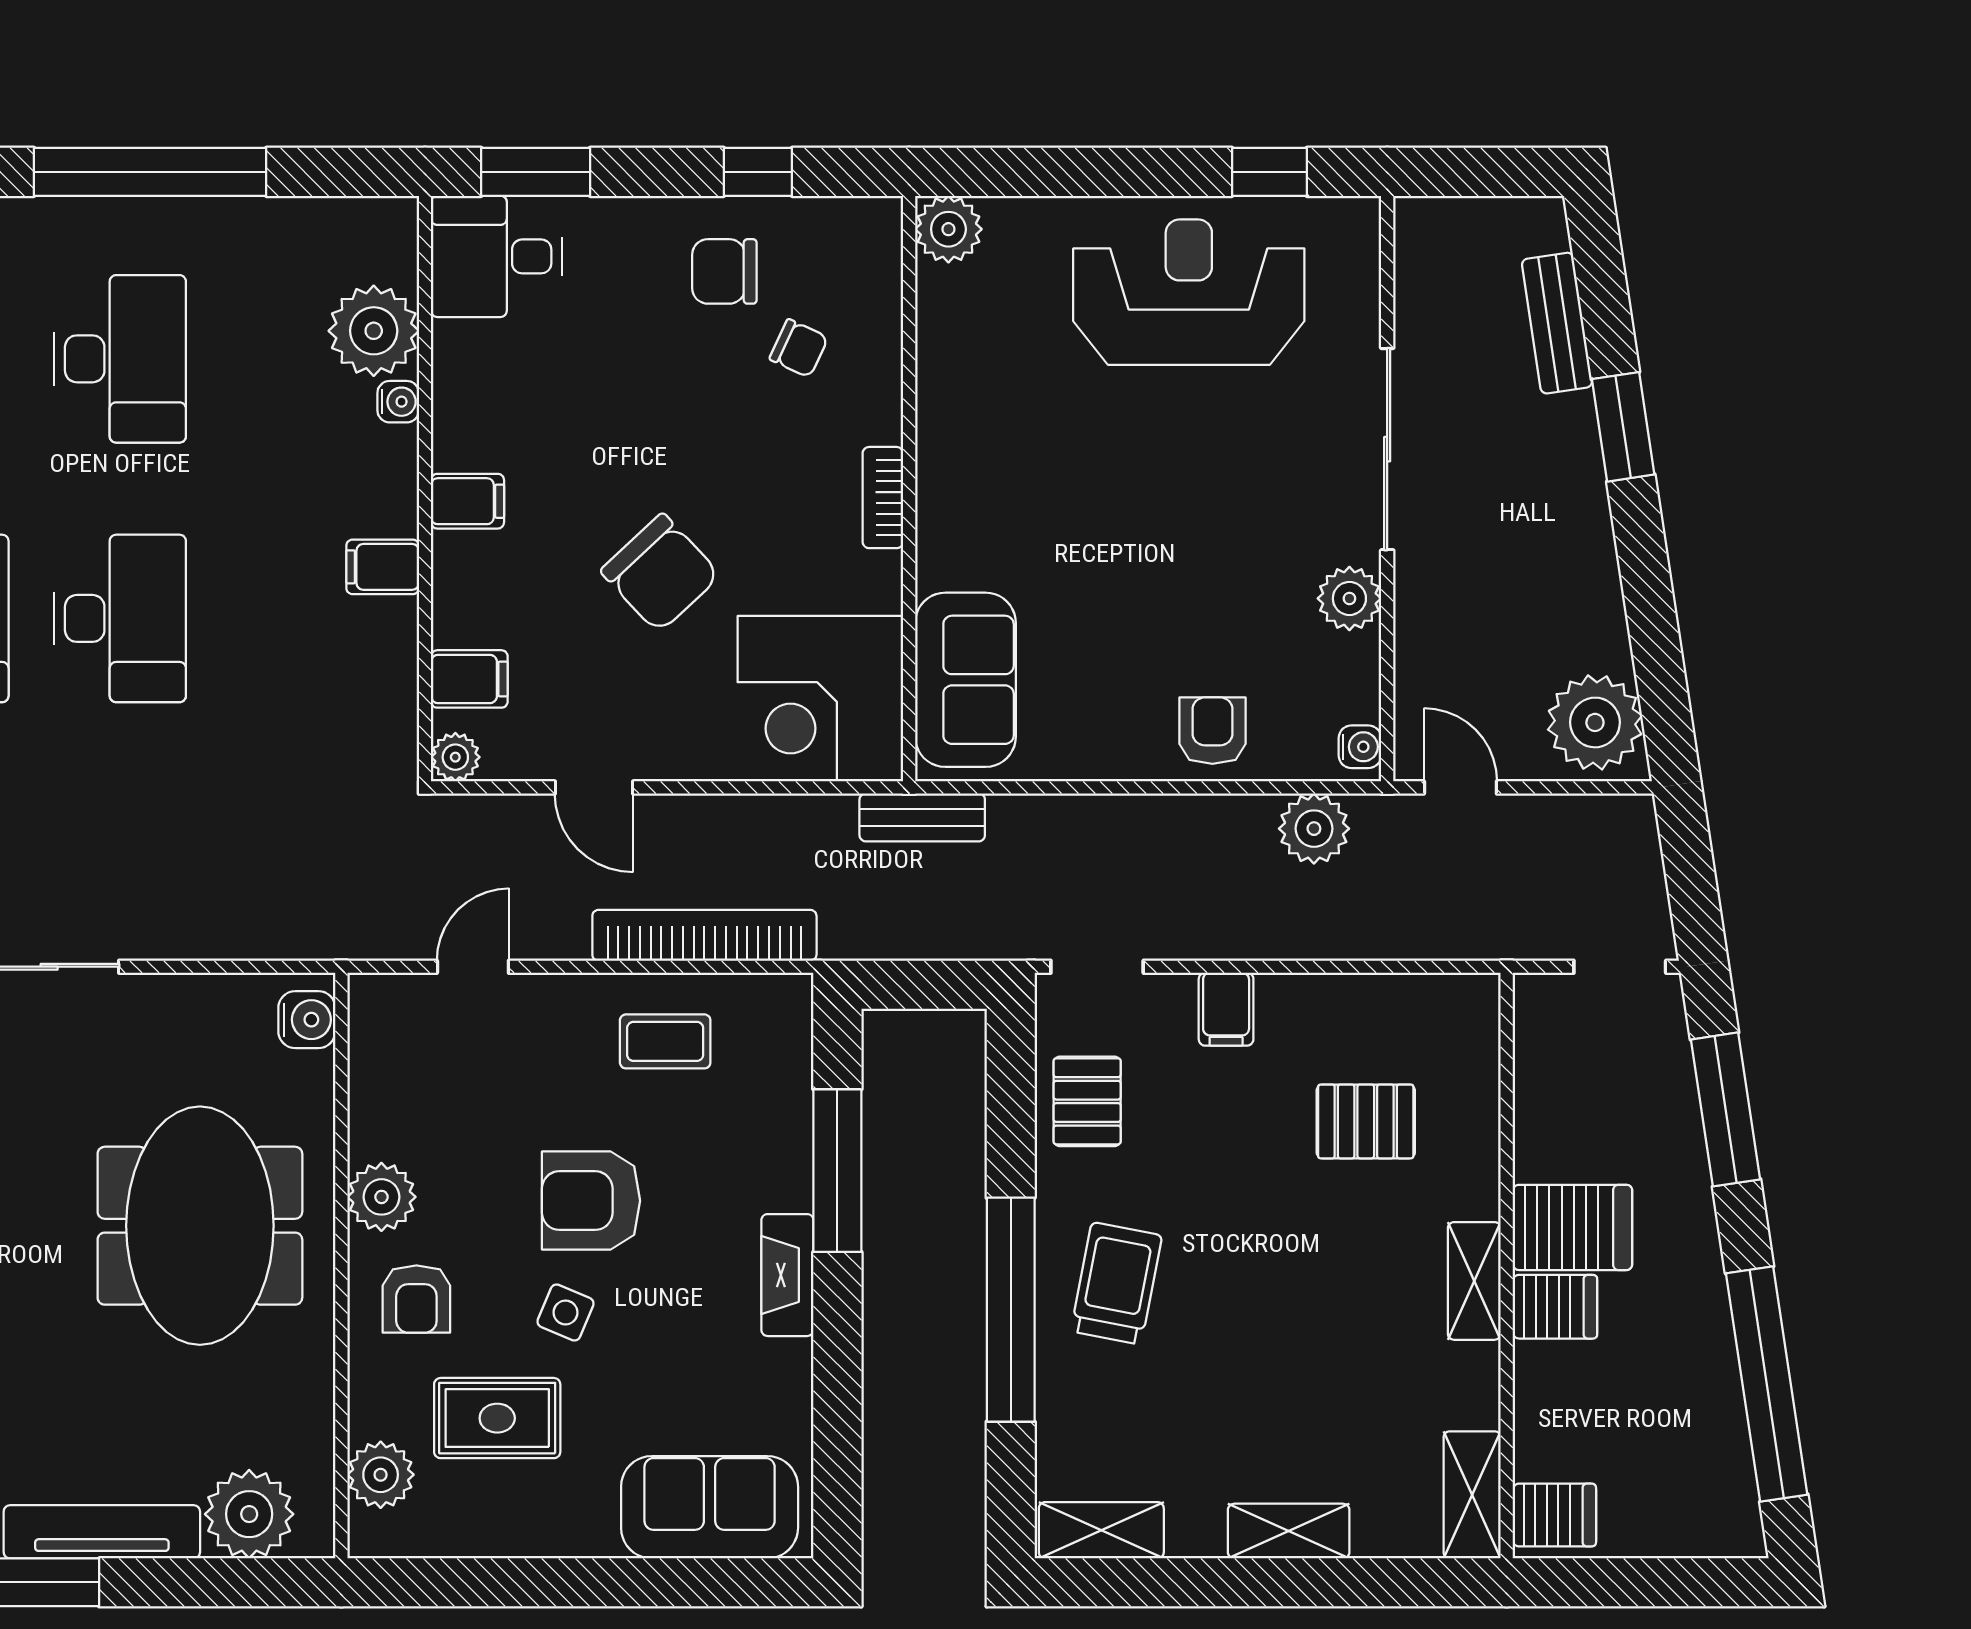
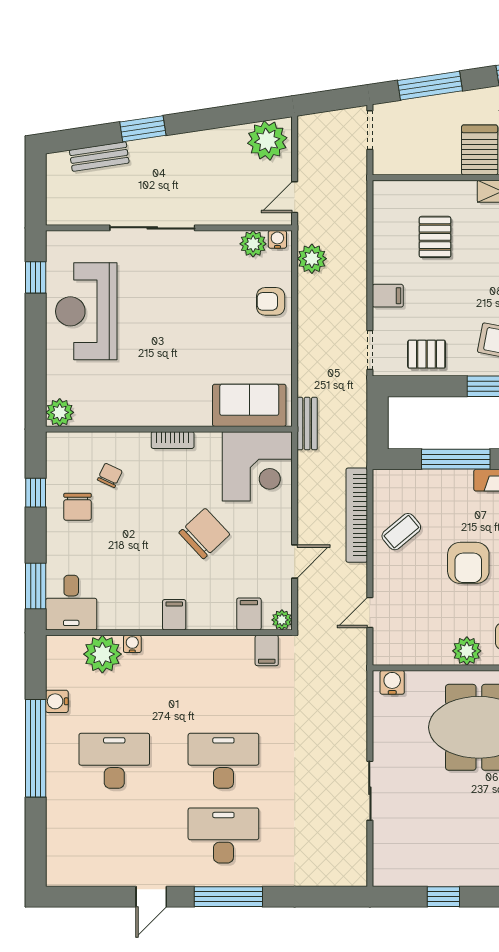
water cooler: (262, 222) -> (57, 701), added
filing cabinet: (383, 567) -> (267, 650), moved
plant: (1349, 598) -> (253, 244), moved
door: (473, 967) -> (370, 612), hinge flipped
coffee table: (665, 1041) -> (401, 532), turned 50

